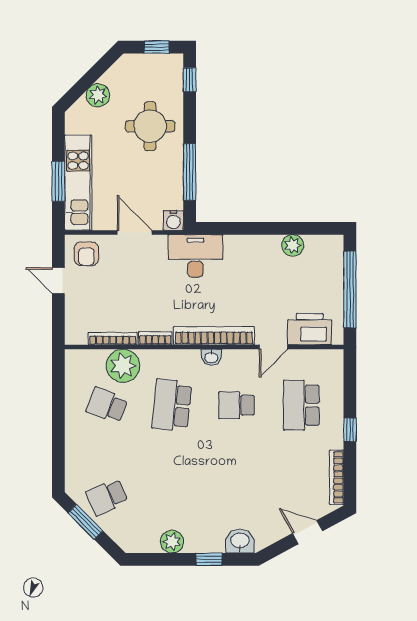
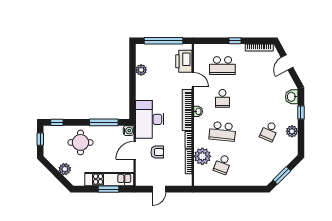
armchair: (86, 254) -> (157, 152), moved
desk: (195, 256) -> (150, 119), width x1.36, depth x1.30
school desk: (107, 497) -> (269, 131), moved, turned 48

